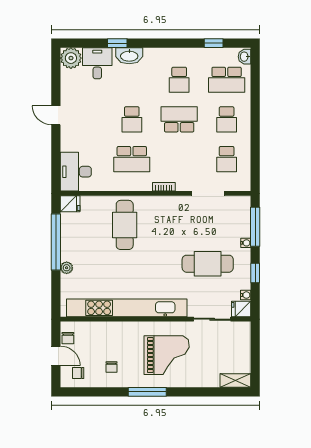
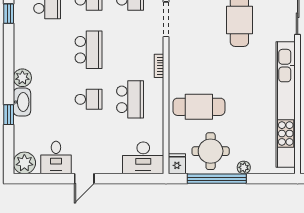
plant: (152, 56) -> (22, 78), added
desk: (97, 63) -> (56, 158), moved, turned -90
school desk: (179, 80) -> (47, 50), removed
school desk: (179, 119) -> (89, 50), turned 180
round table: (82, 236) -> (211, 151), added

